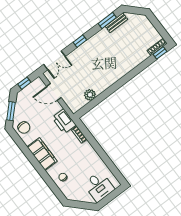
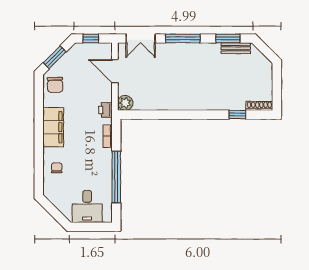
window: (80, 41) -> (183, 38), width x2.17
window: (160, 53) -> (237, 115), moved
plant: (90, 95) -> (125, 103), moved
printer: (64, 121) -> (105, 110), width x0.53, depth x0.68
window: (103, 155) -> (116, 177), added

